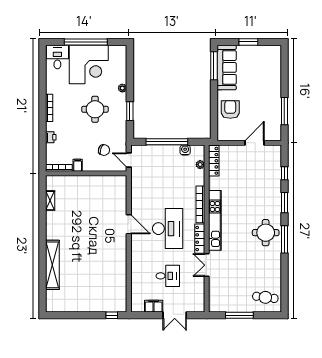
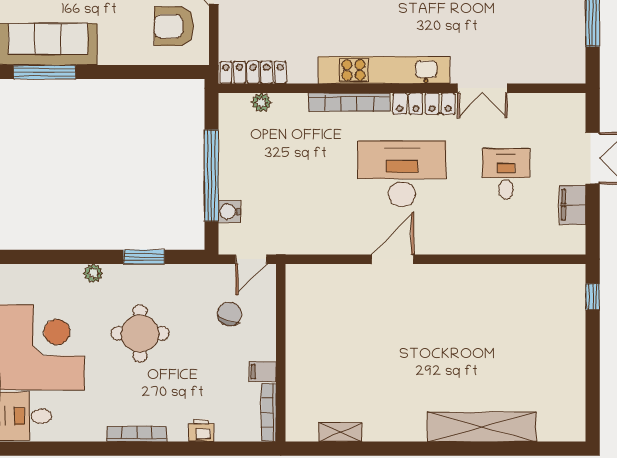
armchair: (230, 109) -> (174, 26), moved
water cooler: (185, 150) -> (229, 211), moved

